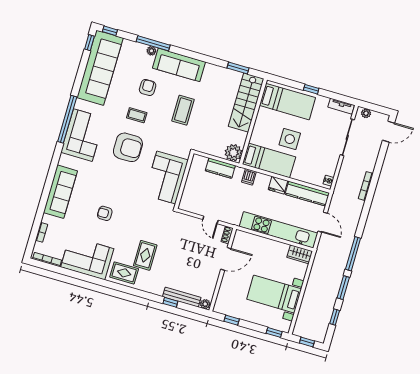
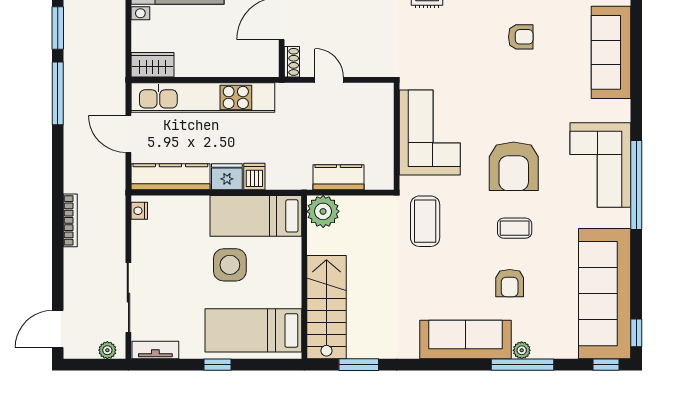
coffee table: (183, 110) -> (425, 221), moved
armchair: (128, 147) -> (514, 166), turned -90
dishwasher: (249, 177) -> (254, 176), moved

